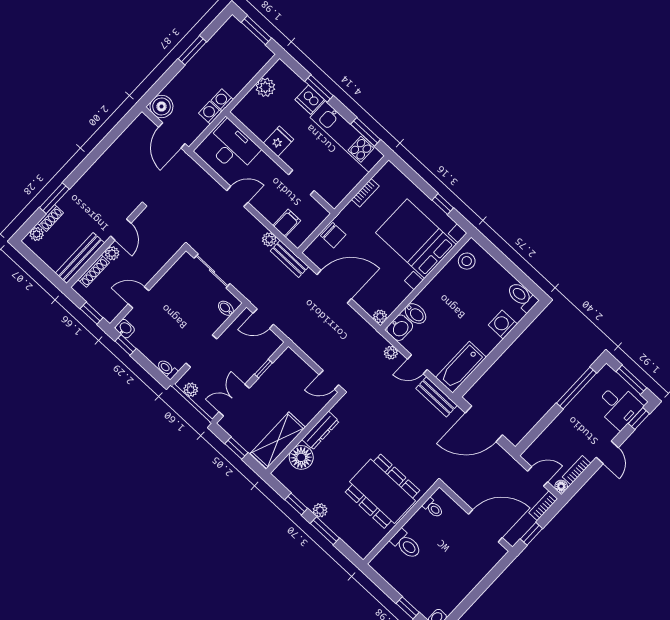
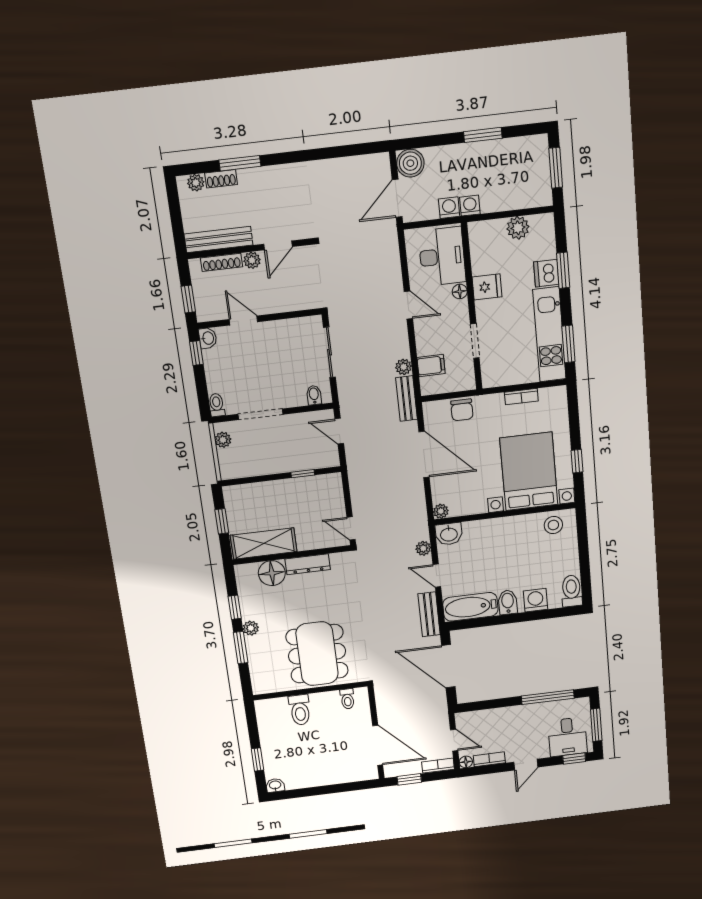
floor lamp: (263, 159) -> (460, 291), added
bidet: (415, 314) -> (508, 602), moved, turned 180
double door: (234, 400) -> (254, 479), removed

